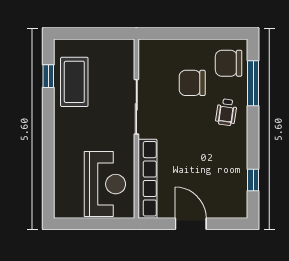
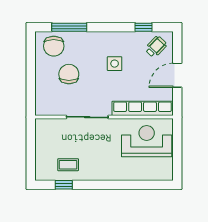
coffee table: (74, 82) -> (68, 165), width x0.54, depth x0.58
chair: (192, 83) -> (69, 74), turned 180
wheelchair: (226, 112) -> (156, 47), moved, turned -54
side table: (206, 142) -> (115, 64), added

